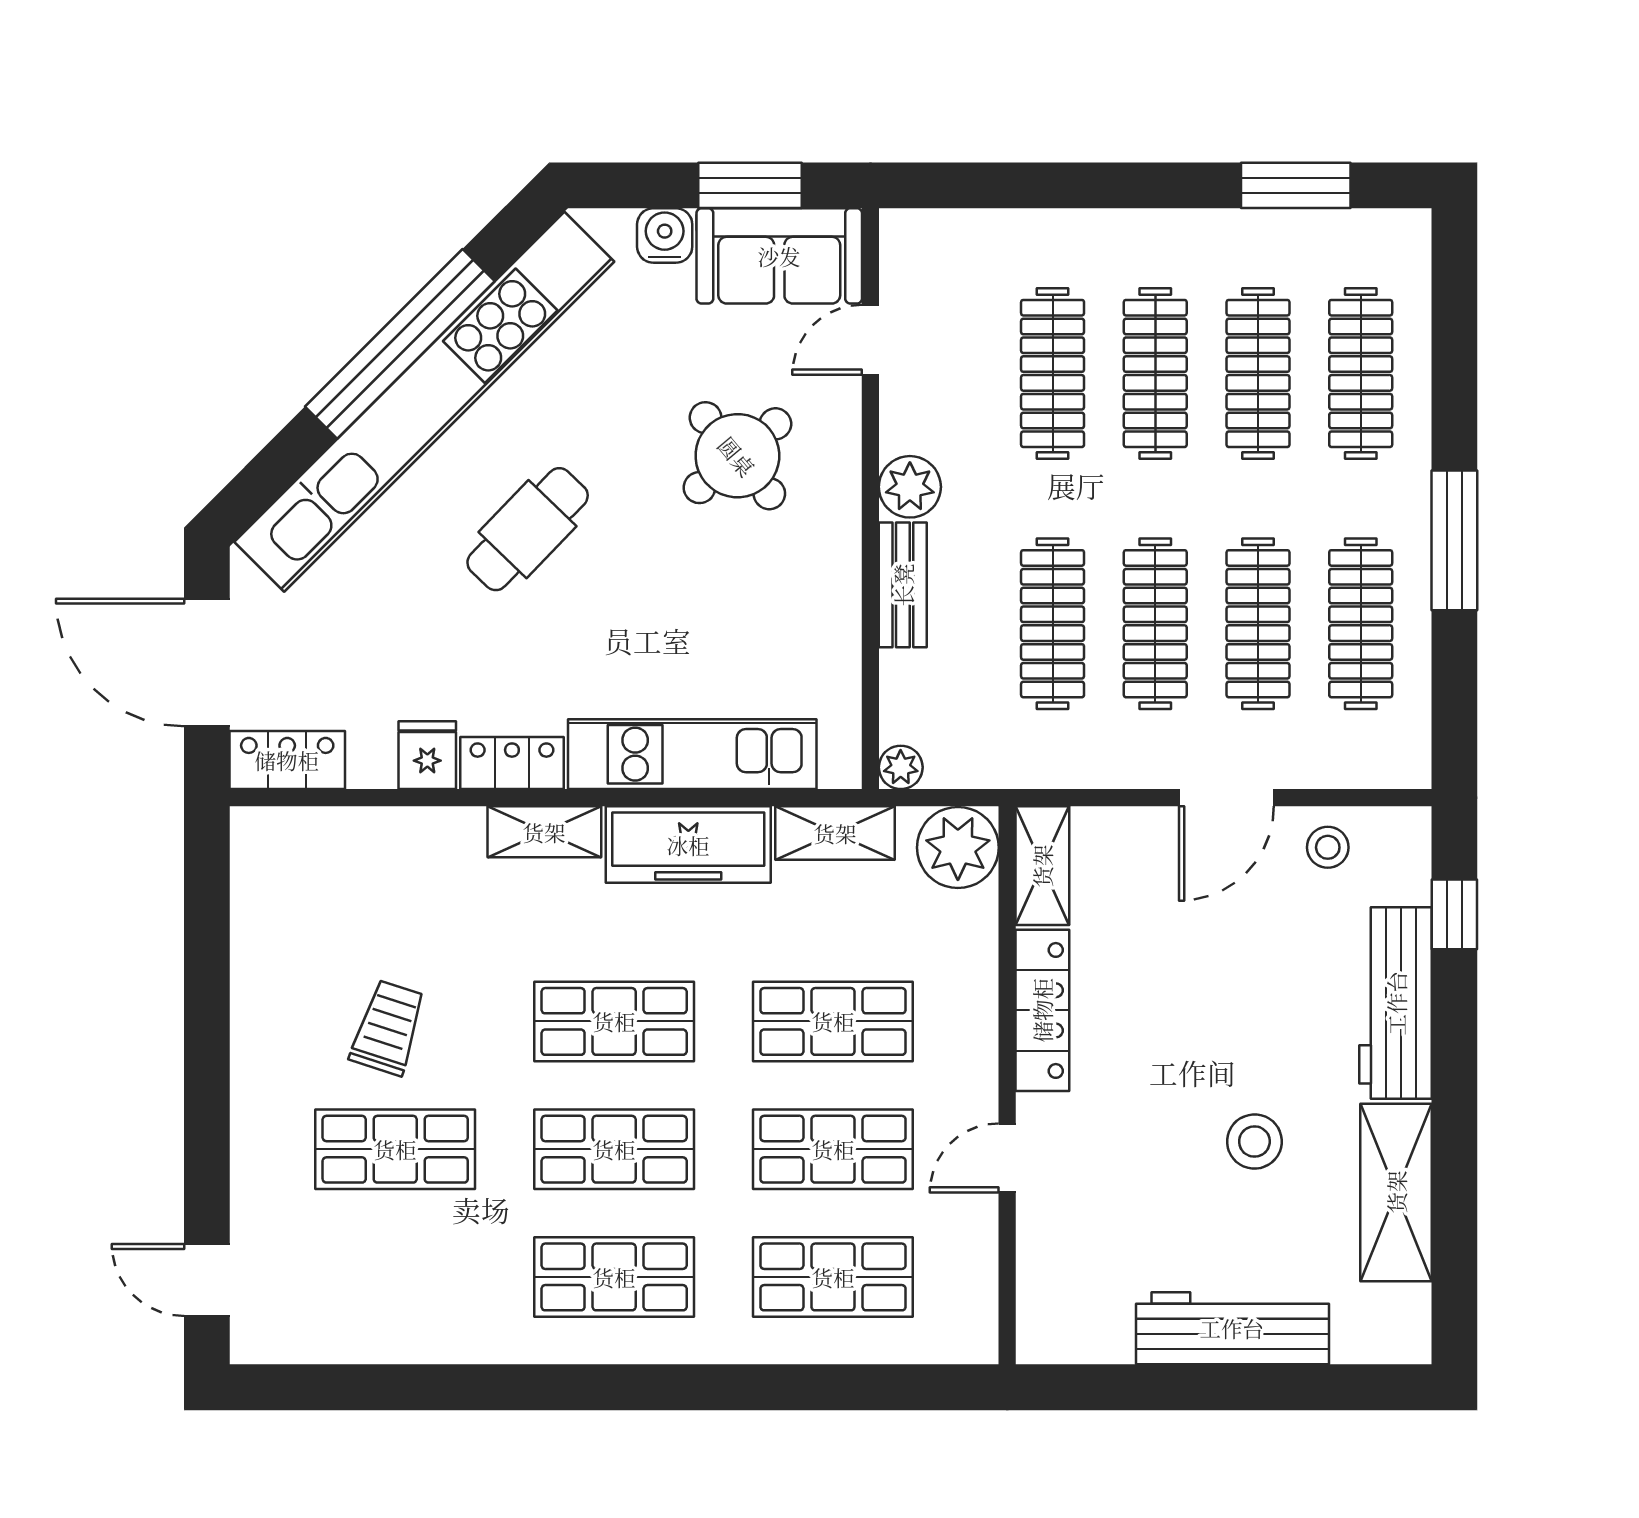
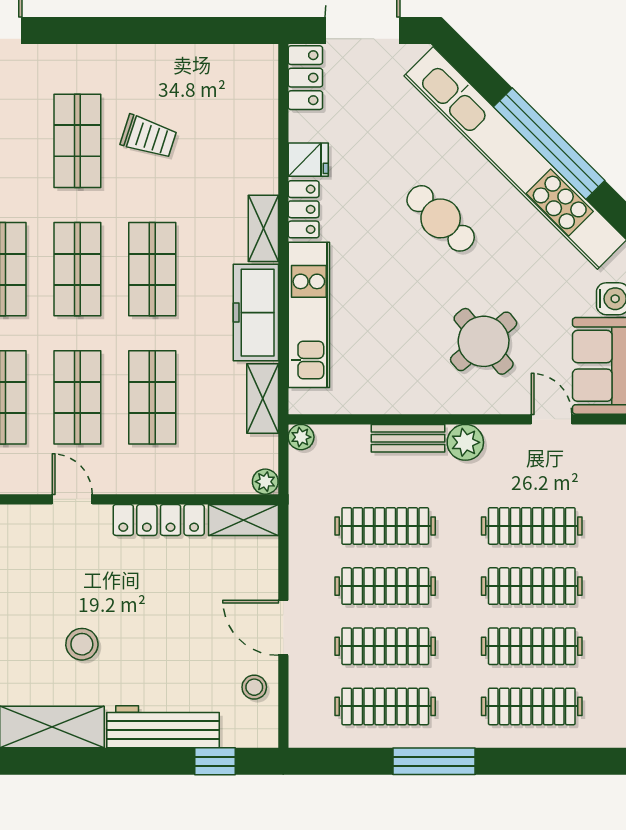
plant: (958, 848) -> (265, 482), width x0.53, depth x0.53

